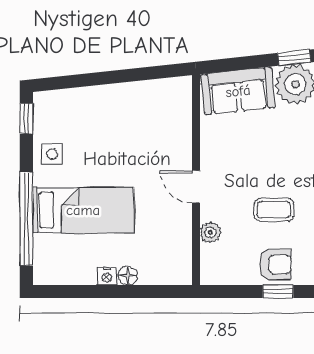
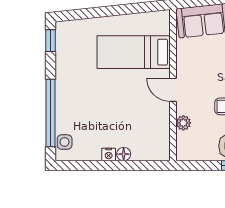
side table: (52, 154) -> (65, 142), moved
bed: (83, 210) -> (134, 52), moved, turned 180

